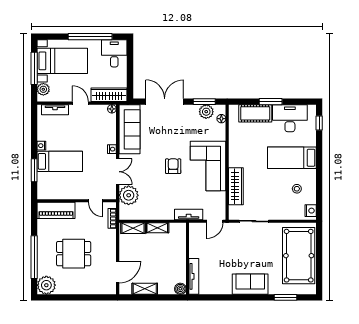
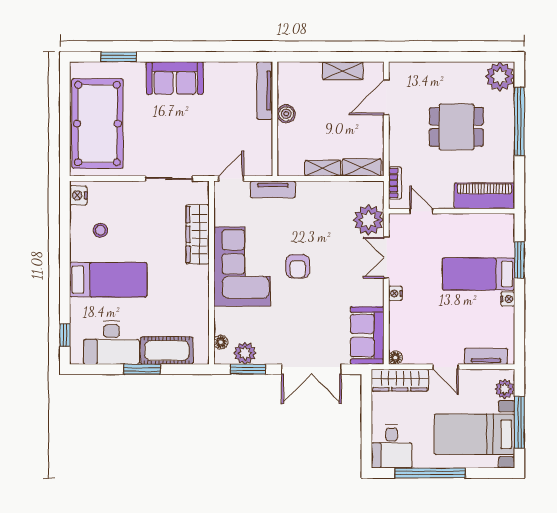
sofa: (130, 129) -> (367, 336), width x0.73
boiler: (180, 289) -> (286, 114), moved

